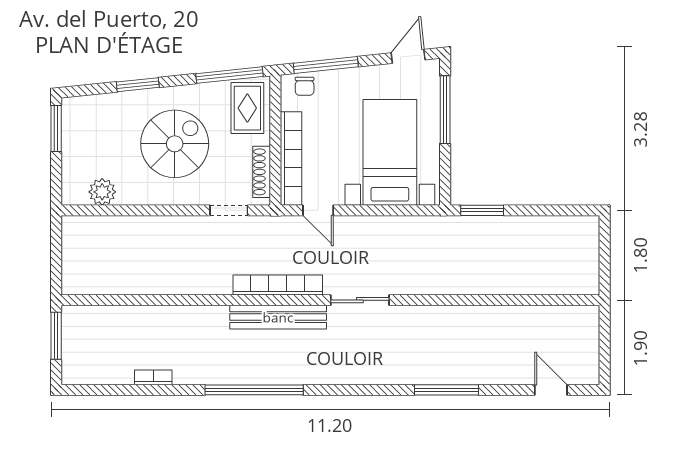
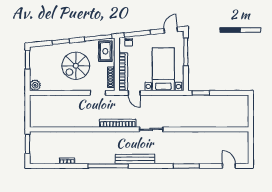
spiral stairs: (175, 144) -> (76, 66), turned 180
plant: (102, 192) -> (35, 85), moved
bench: (278, 317) -> (135, 159), moved

